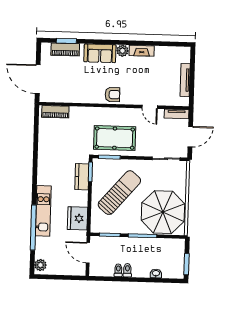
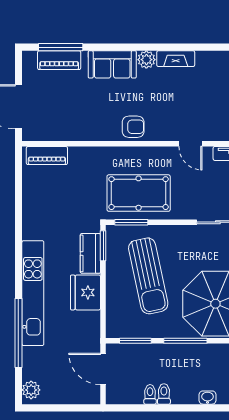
window: (66, 41) -> (61, 47), width x1.44
sun lounger: (119, 193) -> (148, 276), turned 127
kitchen unit: (43, 211) -> (33, 293), width x1.36
fridge: (78, 218) -> (86, 292), moved

